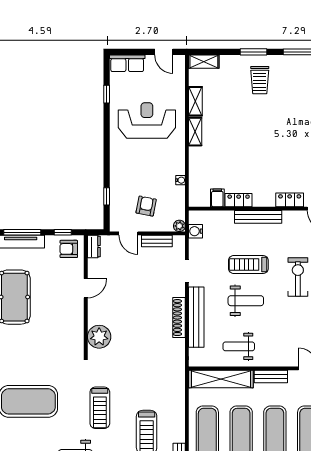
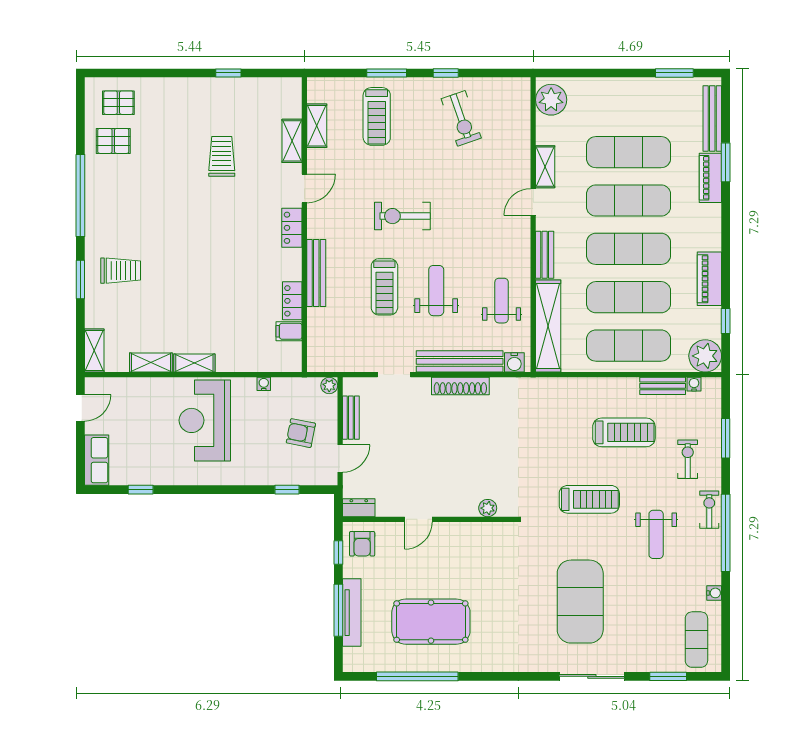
reception desk: (147, 120) -> (205, 420), moved
water cooler: (196, 231) -> (514, 362), moved
door: (86, 288) -> (418, 519), swing flipped
plant: (99, 337) -> (488, 508), width x0.53, depth x0.53
weight bench: (239, 346) -> (502, 301), turned 180

